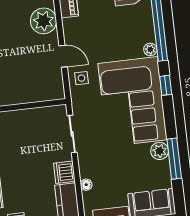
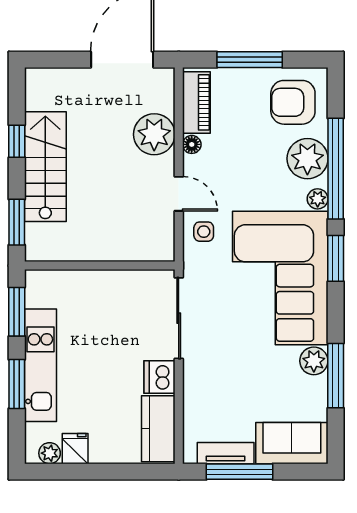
plant: (141, 25) -> (307, 159), added
window: (166, 85) -> (336, 258), width x1.50
sliding door: (72, 134) -> (179, 318), width x1.37
floor lamp: (86, 185) -> (192, 144), moved

